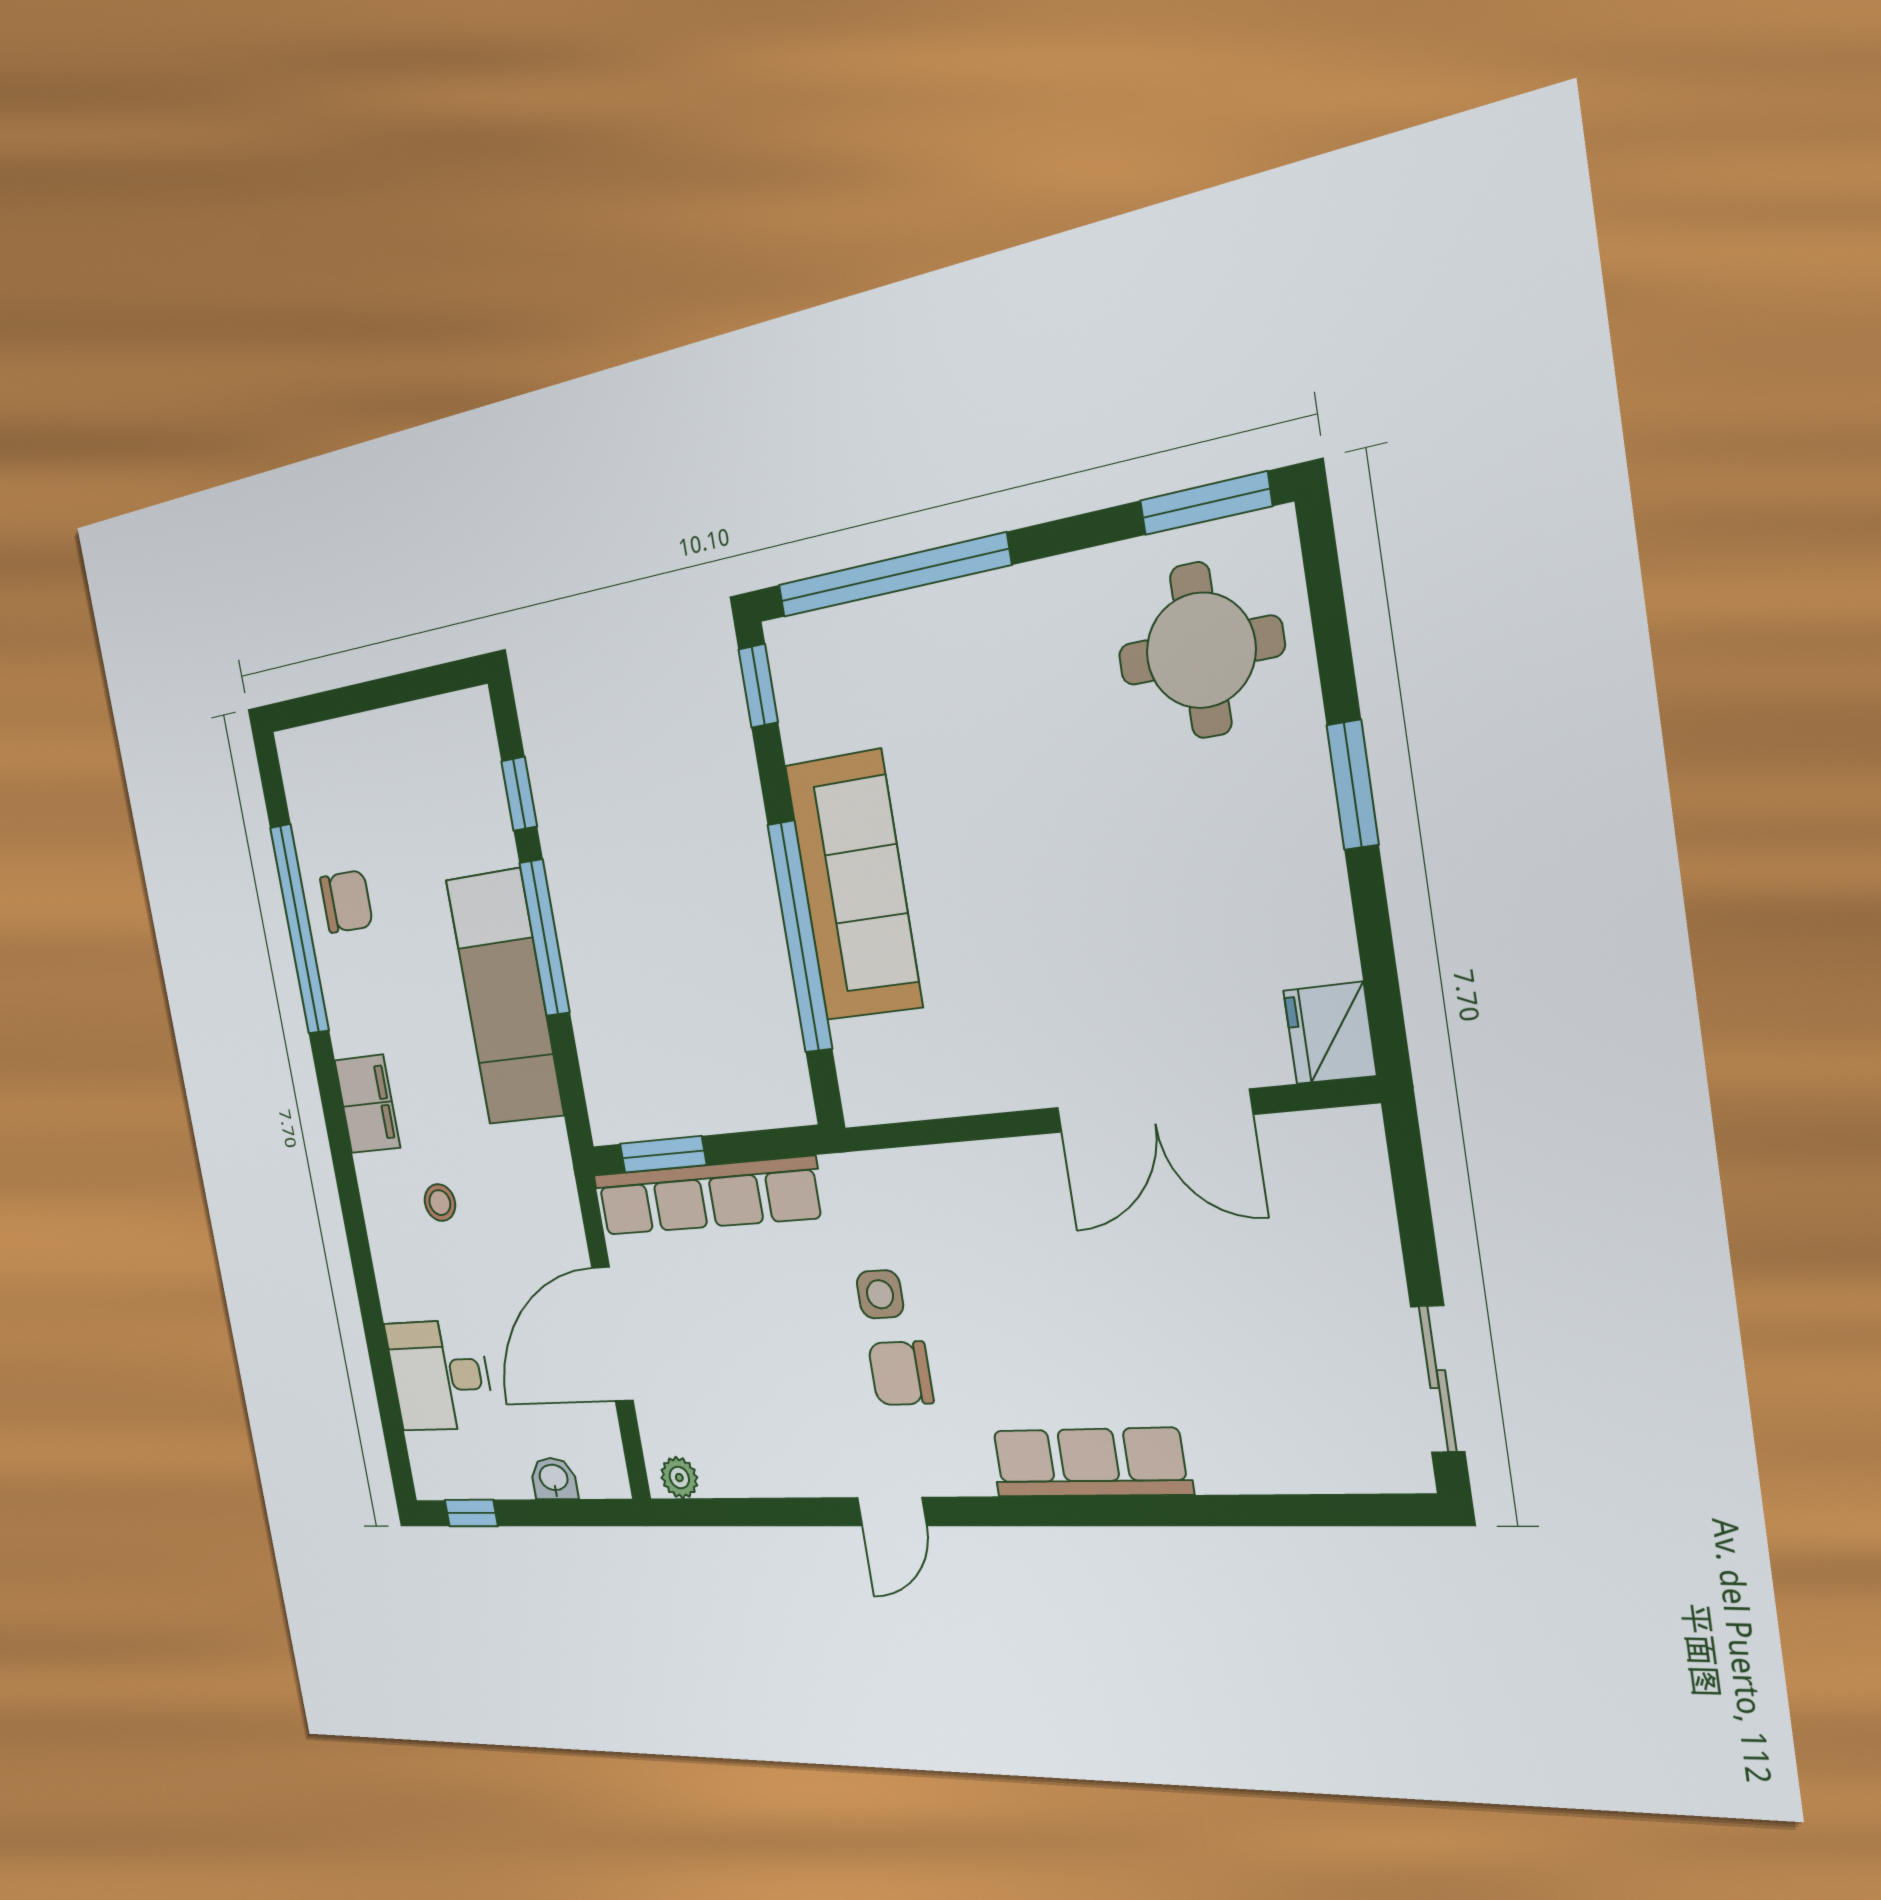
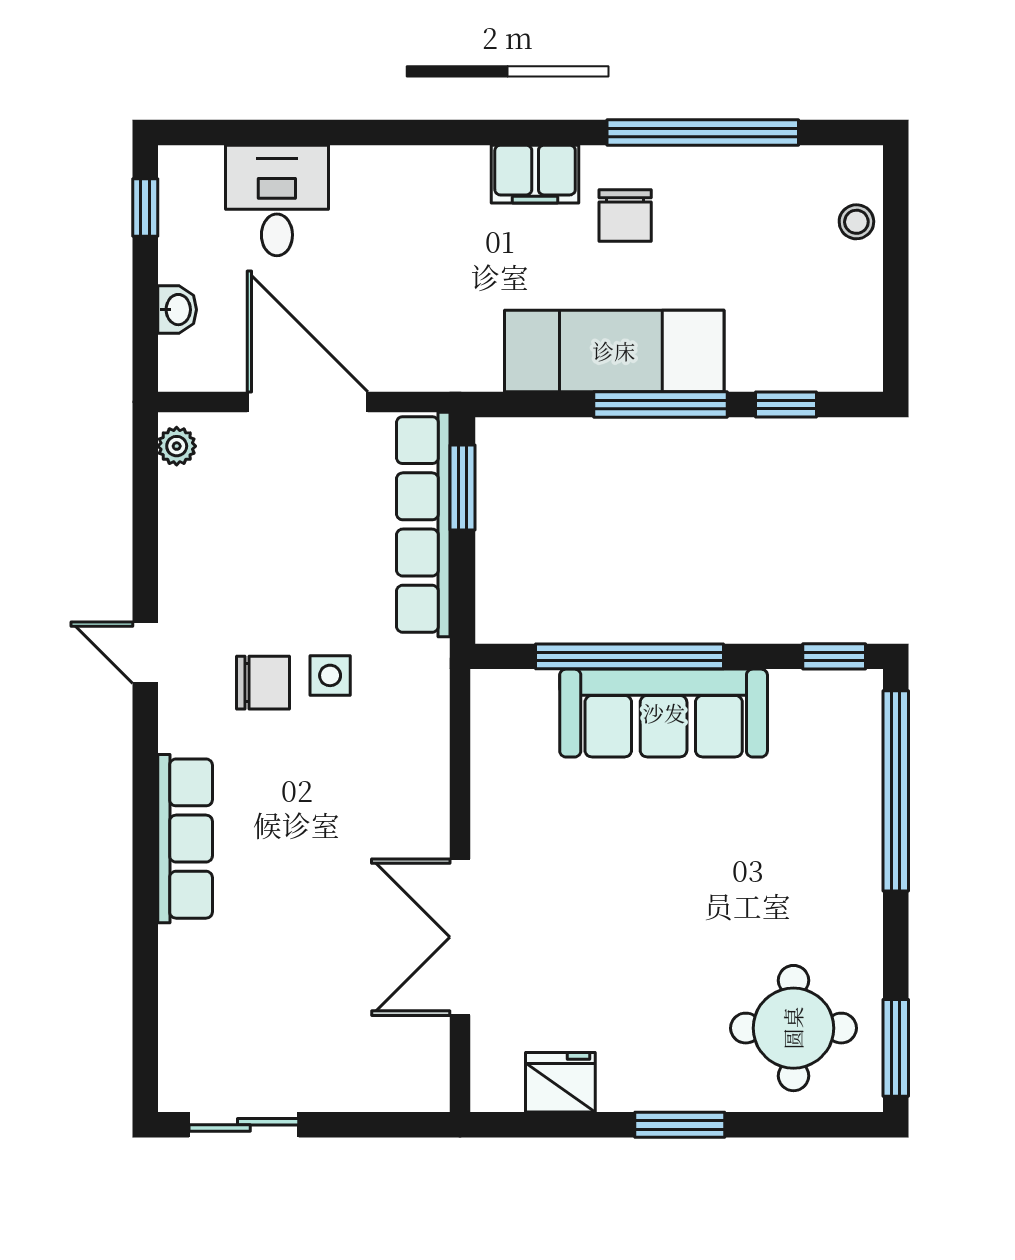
chair: (346, 902) -> (625, 215), moved
fridge: (1330, 1033) -> (560, 1082), moved
stool: (440, 1203) -> (856, 222), moved
chair: (901, 1373) -> (263, 683), turned 90

